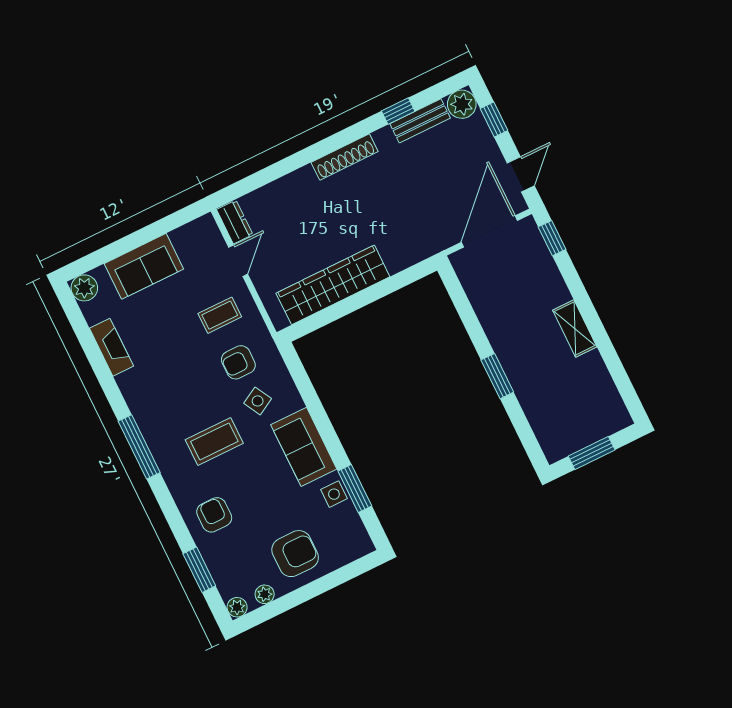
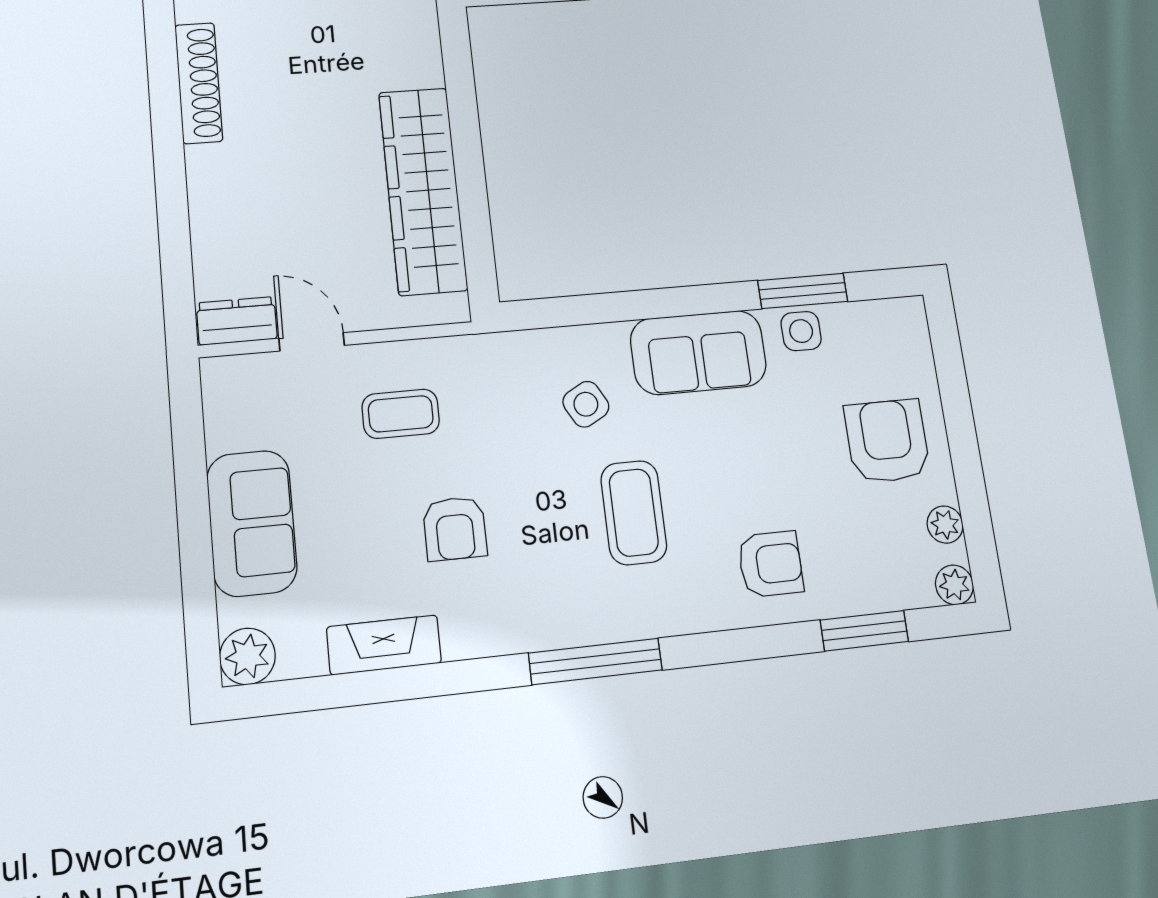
coffee table: (220, 315) -> (401, 414), turned 90
armchair: (238, 362) -> (455, 528), moved
armchair: (214, 515) -> (771, 564), turned 180

